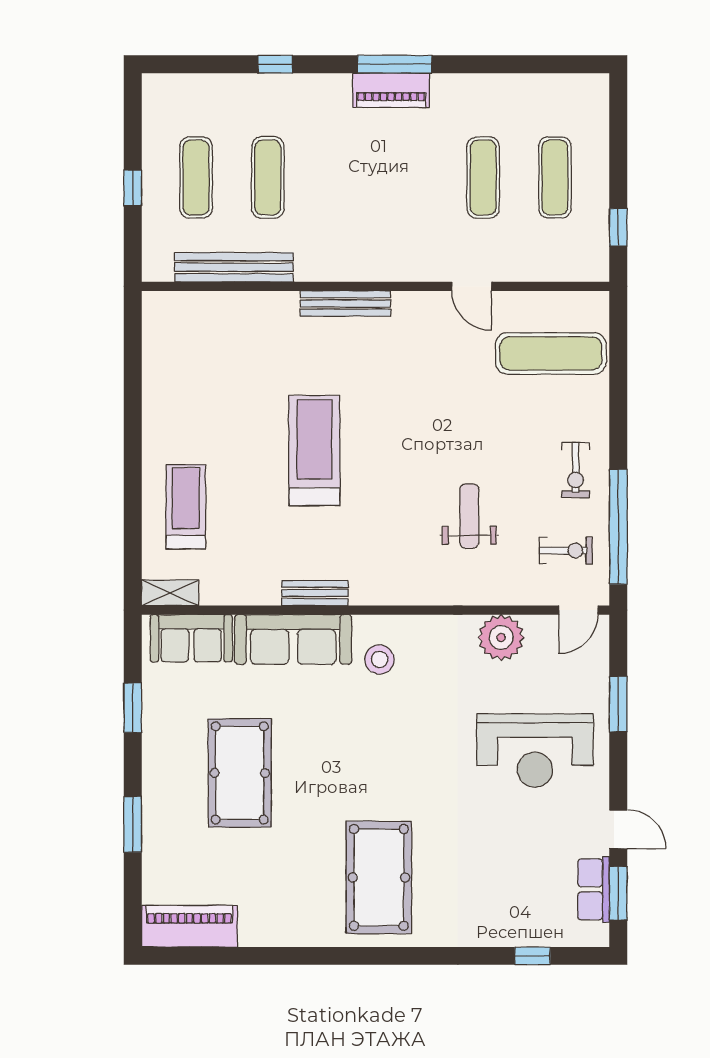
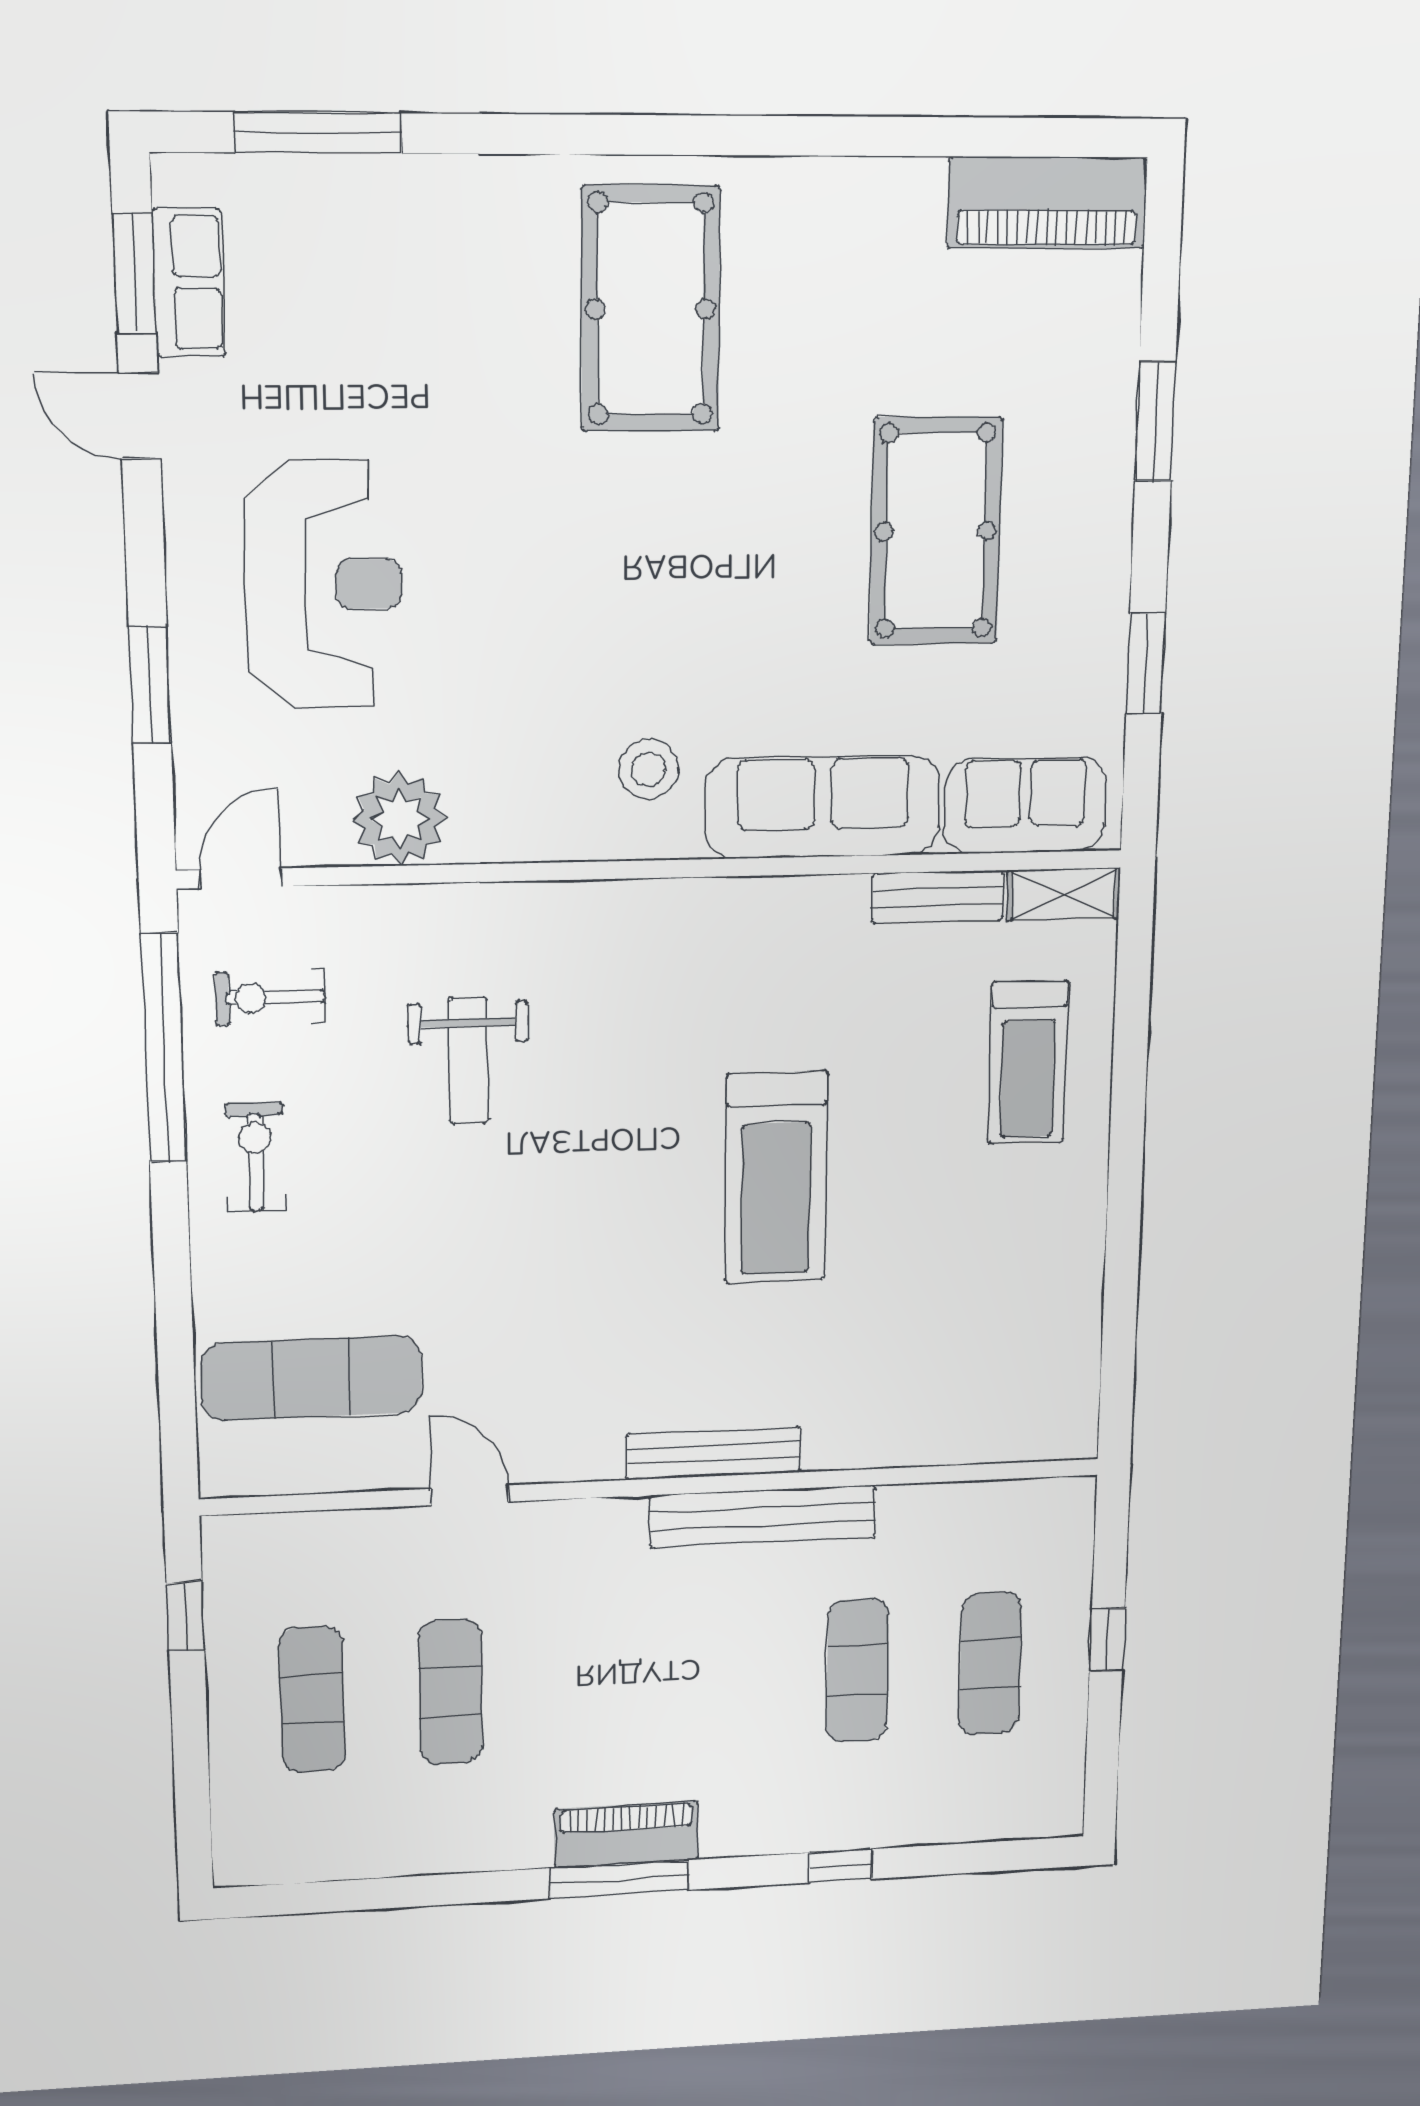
bench: (234, 267) -> (763, 1517), moved
bench: (315, 593) -> (938, 897), moved
reception desk: (535, 751) -> (324, 584), turned 90
window: (533, 956) -> (318, 133), width x2.17

